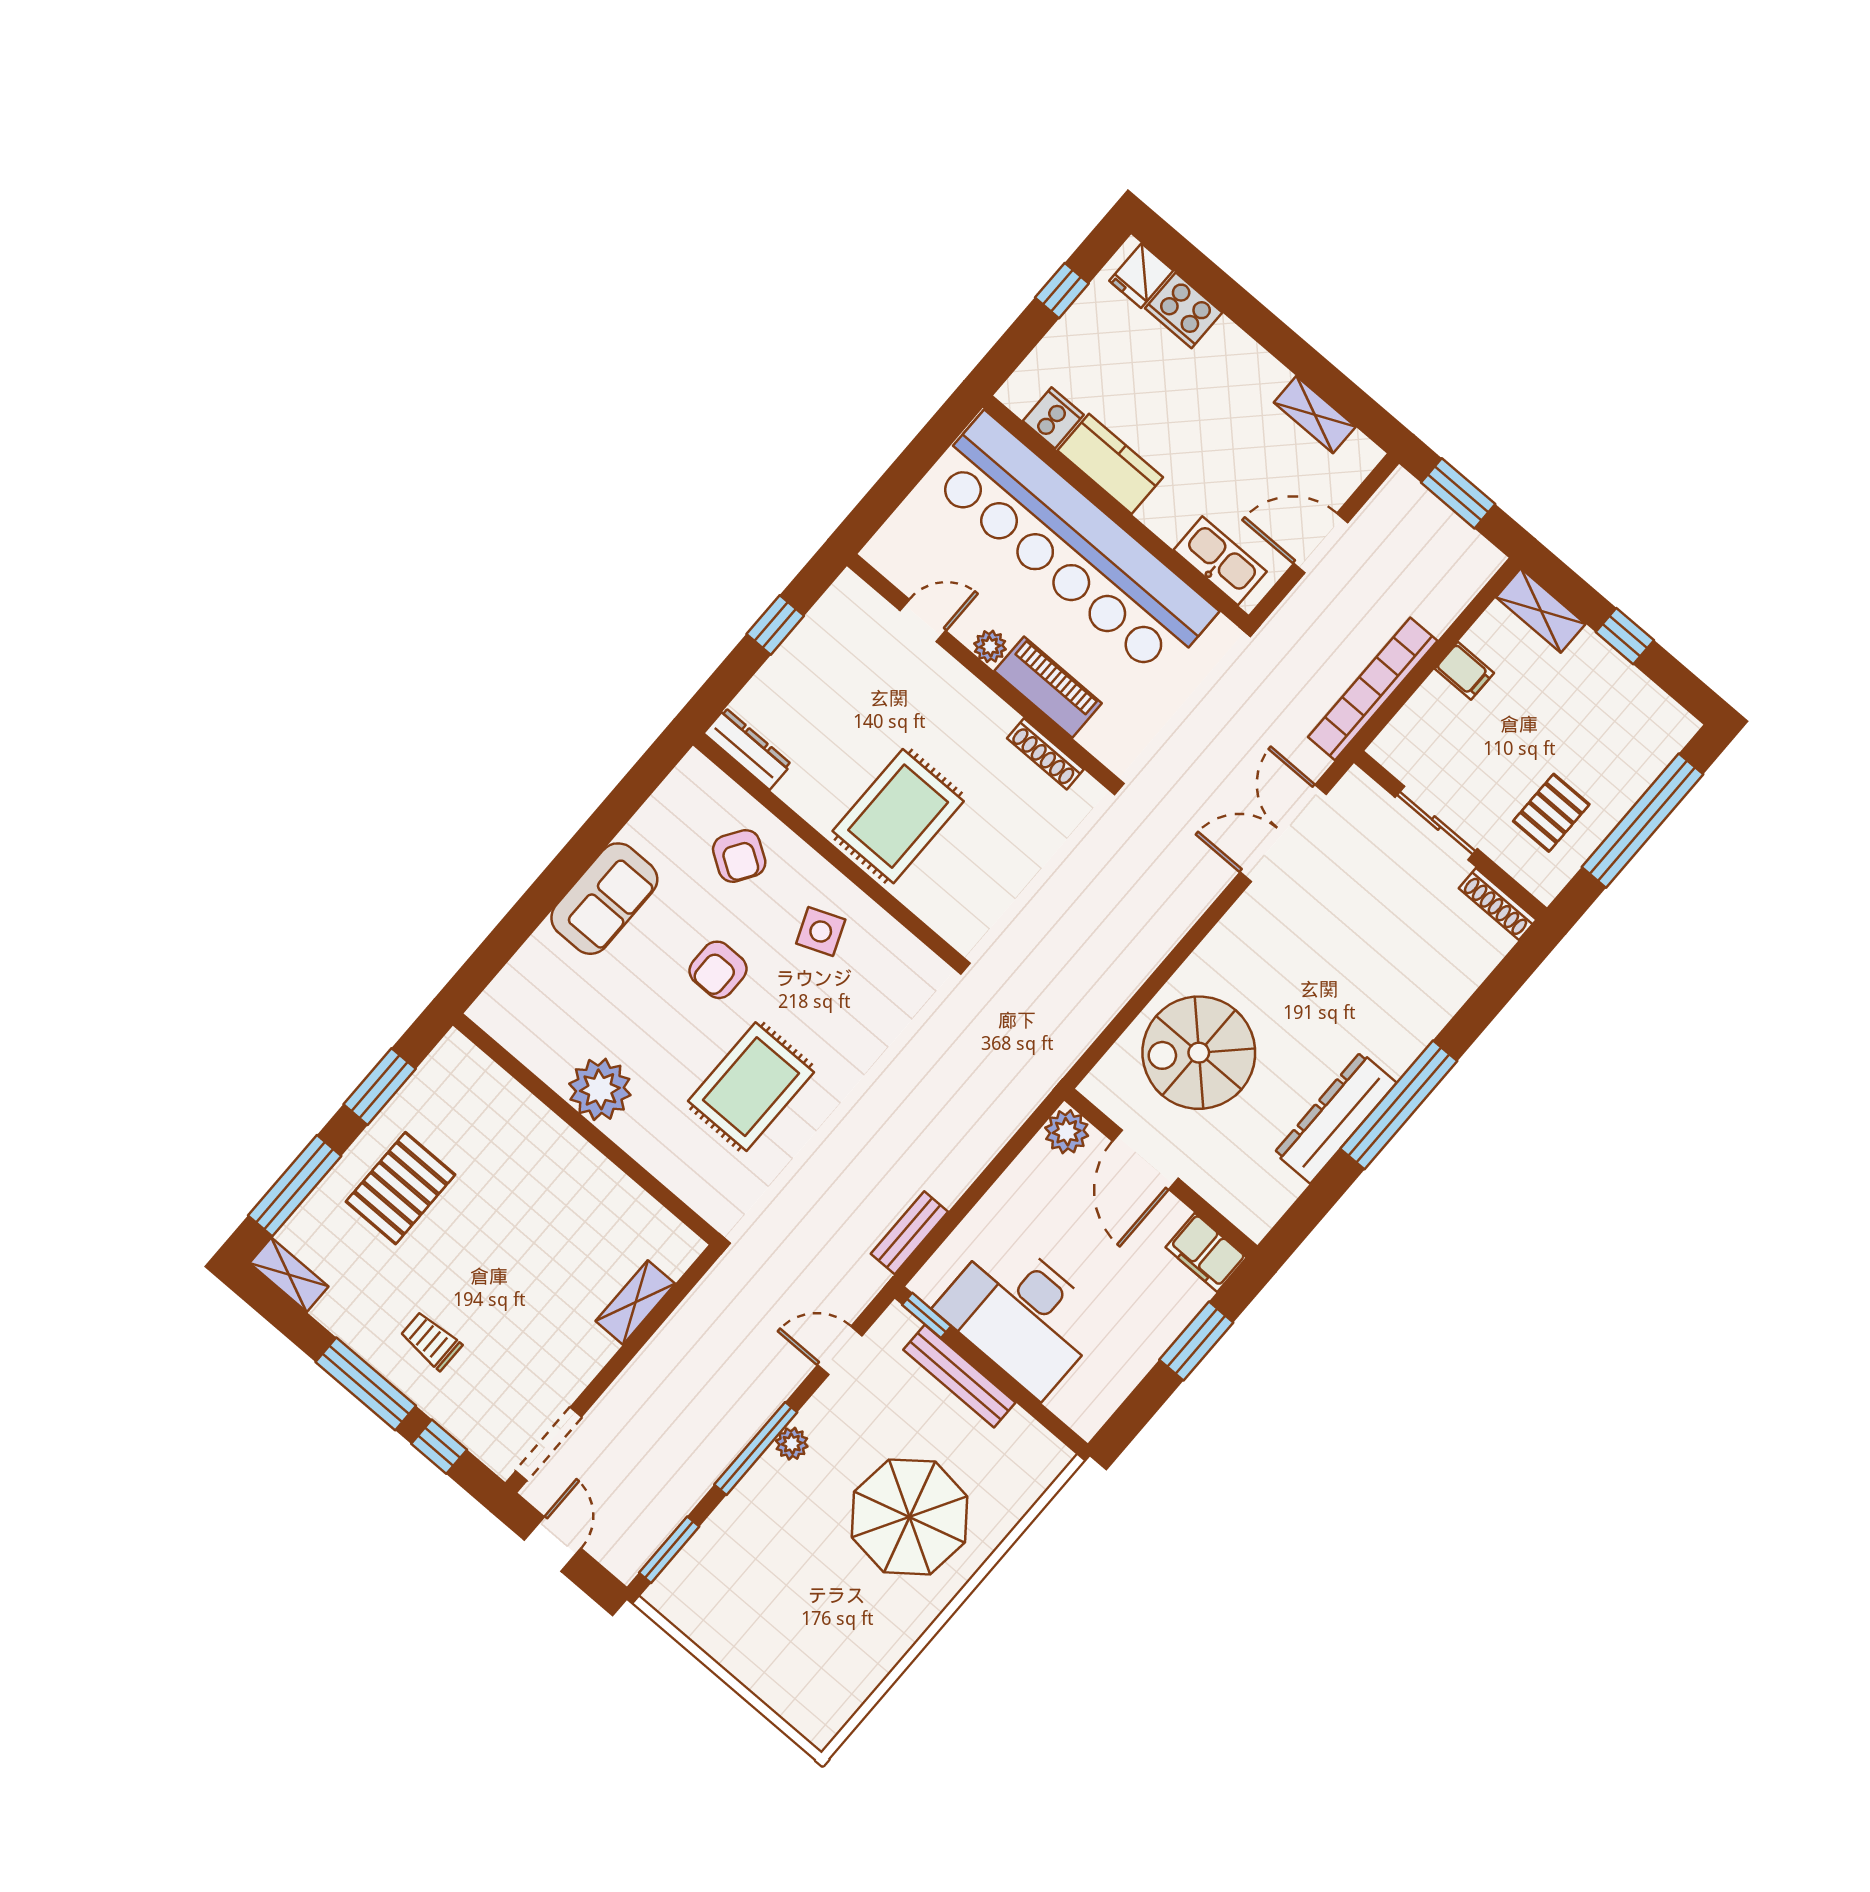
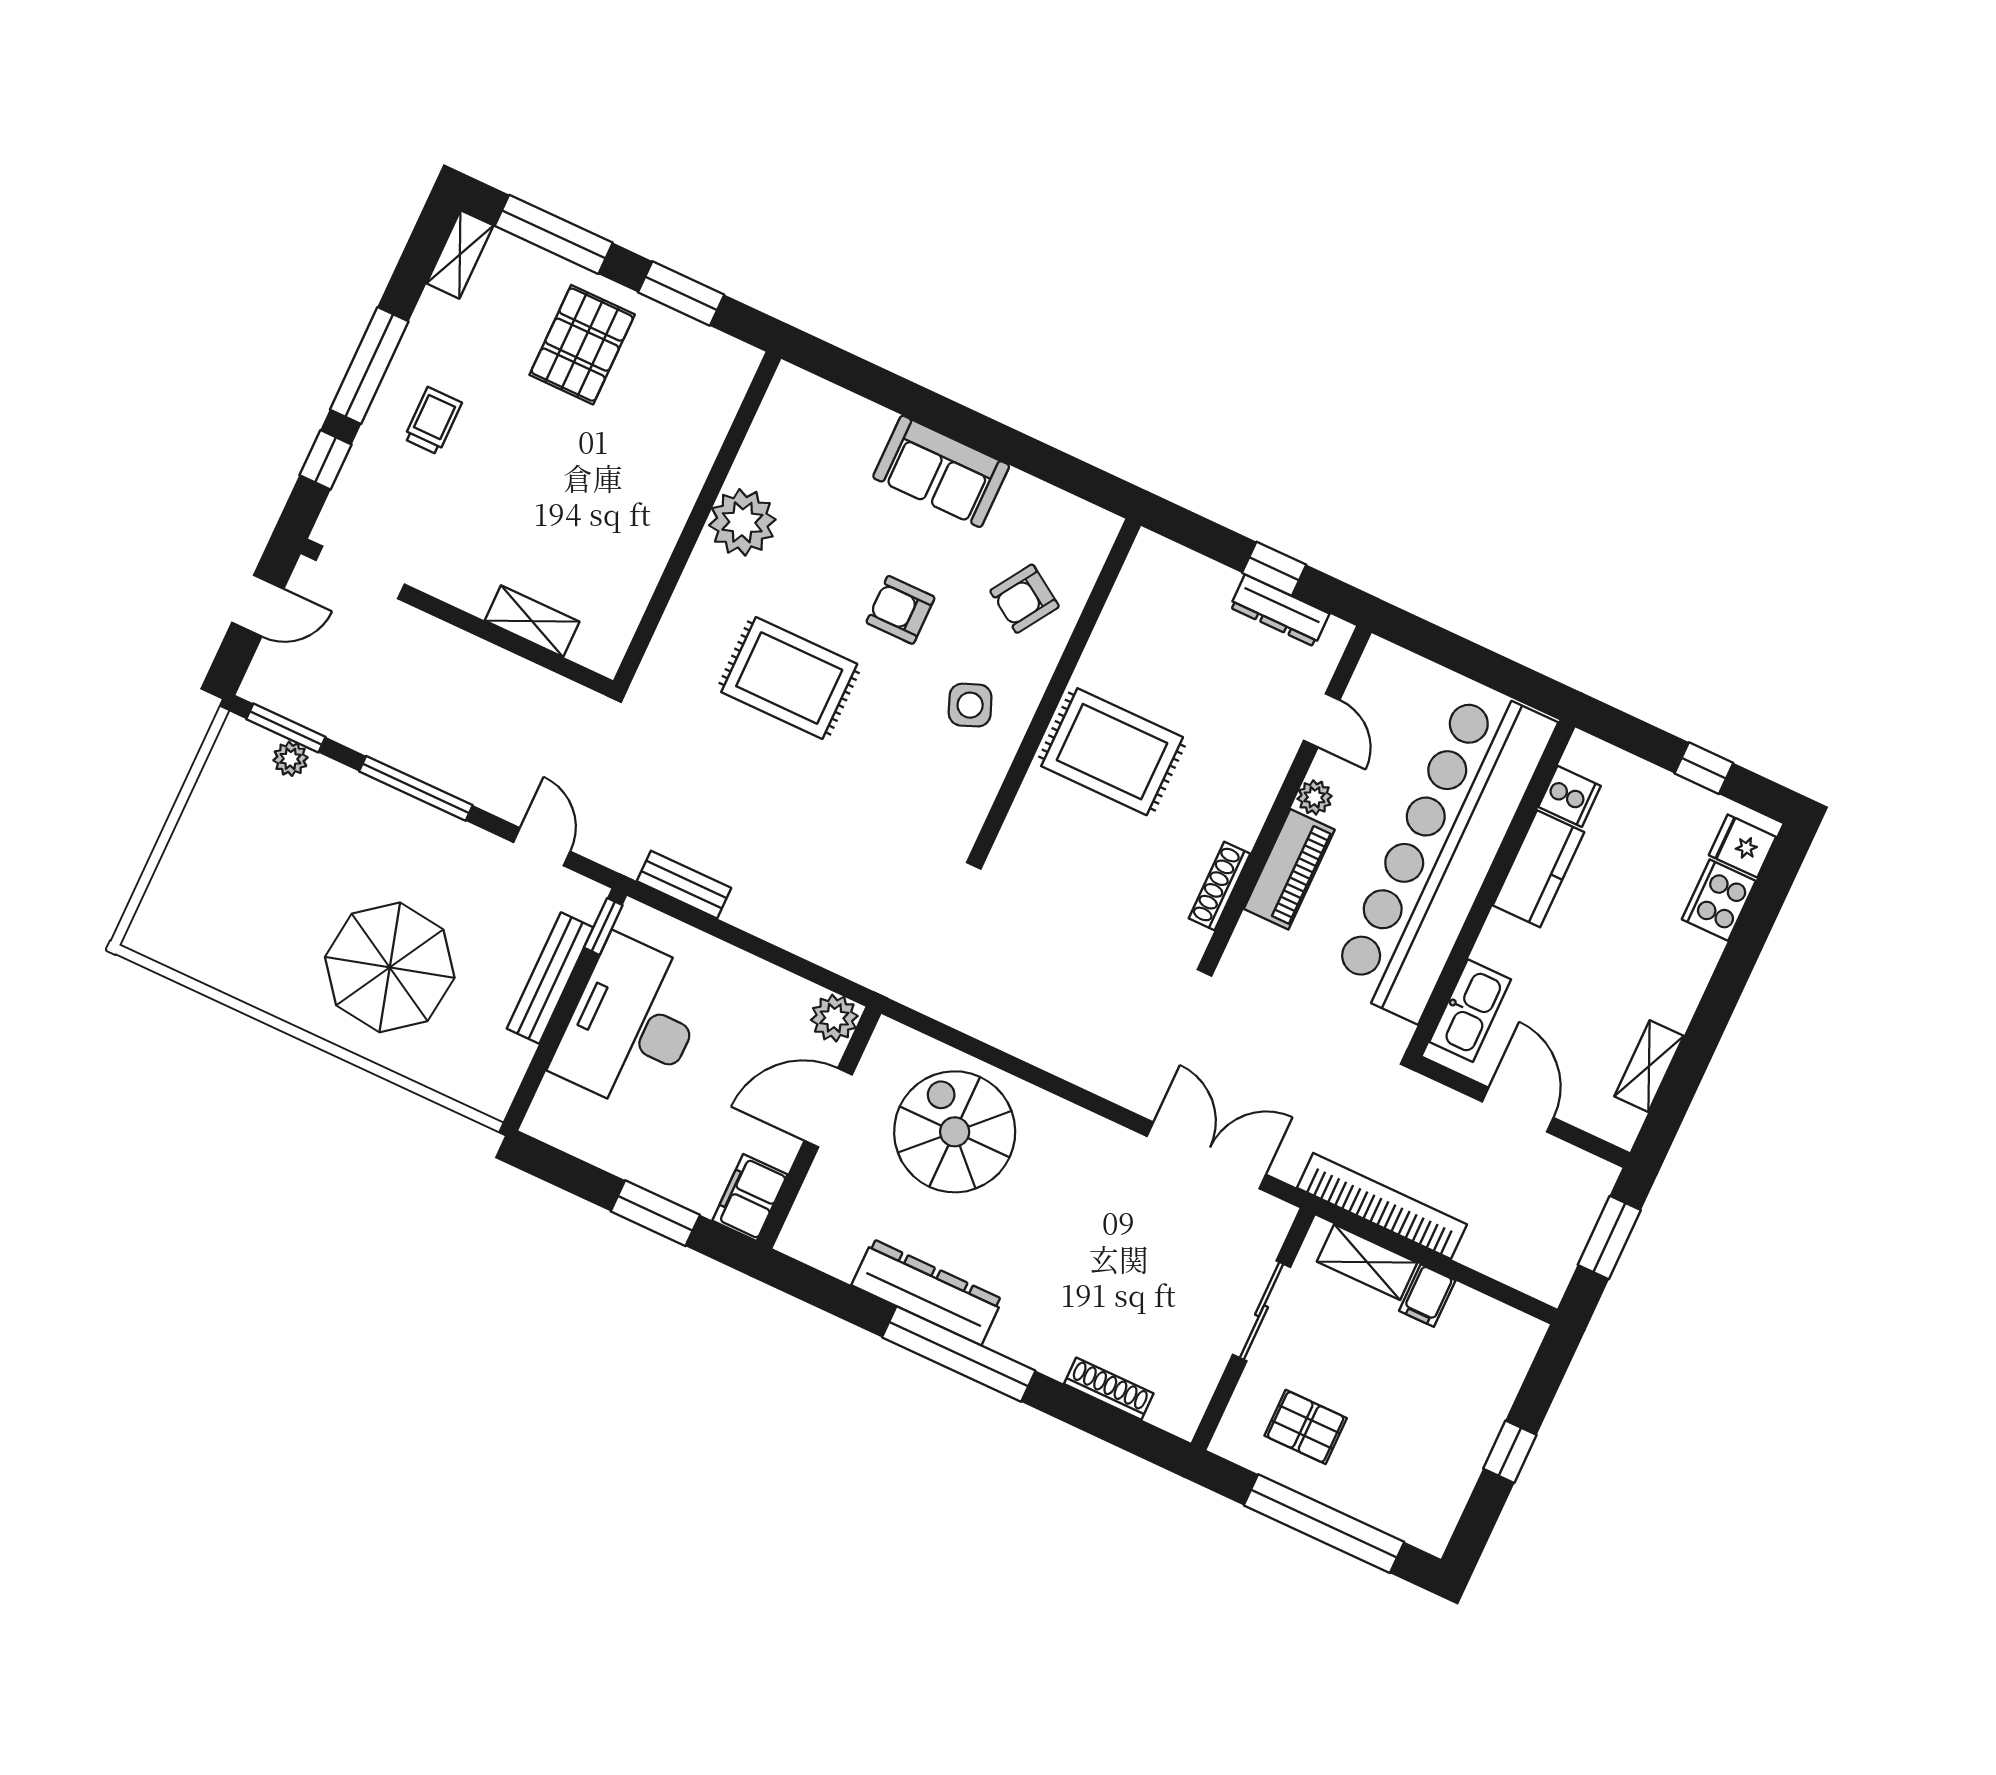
shelving: (1541, 611) -> (1367, 1262), moved, turned 90
dresser: (747, 749) -> (1280, 610), moved, turned 90
shoe rack: (1498, 904) -> (1109, 1389), moved, turned 90
pallet: (401, 1188) -> (582, 345), turned 90
plant: (792, 1444) -> (291, 759), moved

